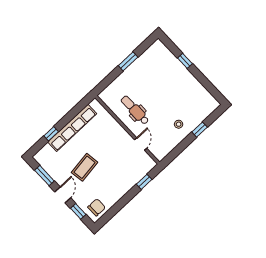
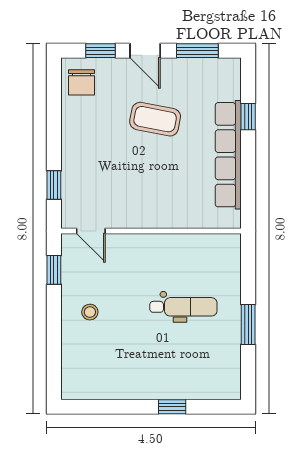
dental chair: (135, 110) -> (183, 307), moved
window: (200, 130) -> (54, 270), moved
door: (141, 144) -> (91, 231), moved
coffee table: (85, 167) -> (155, 119), turned -71

